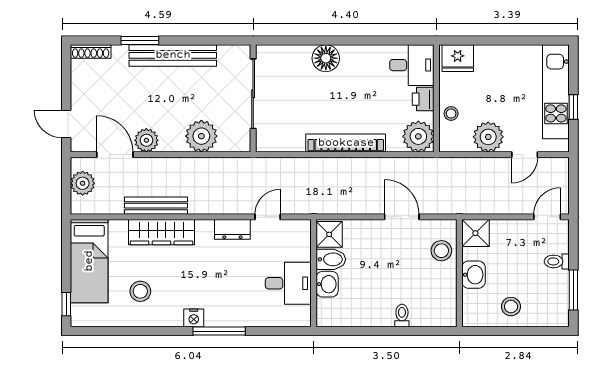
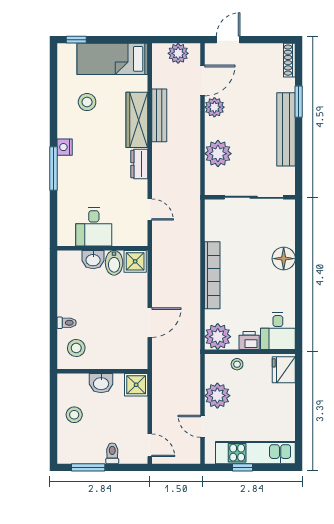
dresser: (232, 229) -> (139, 164), moved
stool: (441, 251) -> (76, 348), moved

